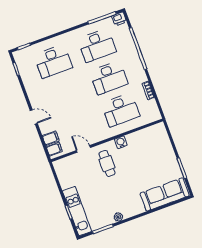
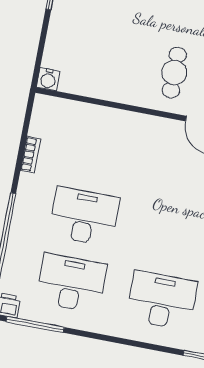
desk: (121, 110) -> (97, 150), removed
water cooler: (121, 142) -> (48, 79), moved

